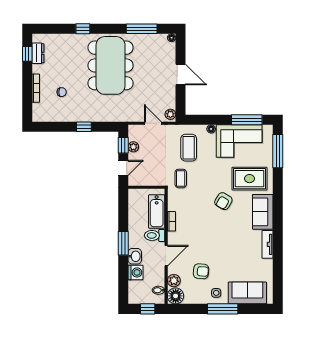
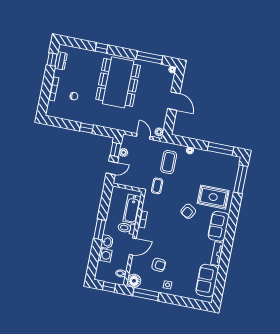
corner sofa: (239, 141) -> (211, 165), removed
plant: (174, 281) -> (135, 268), removed
sofa: (247, 293) -> (207, 281), moved, turned -90
window: (223, 309) -> (146, 294), moved

